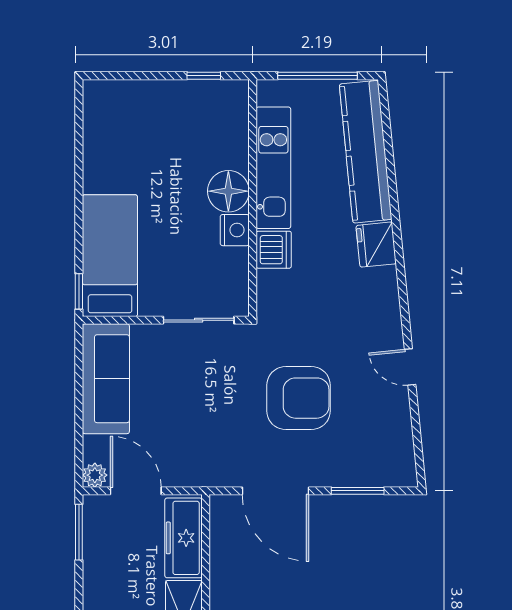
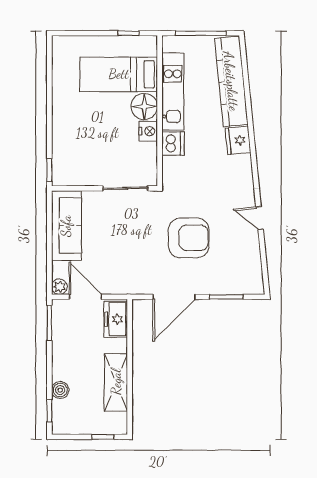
bed: (110, 256) -> (119, 74), moved, turned -90
door: (275, 491) -> (174, 297), hinge flipped
freezer: (183, 538) -> (116, 319), width x0.71

